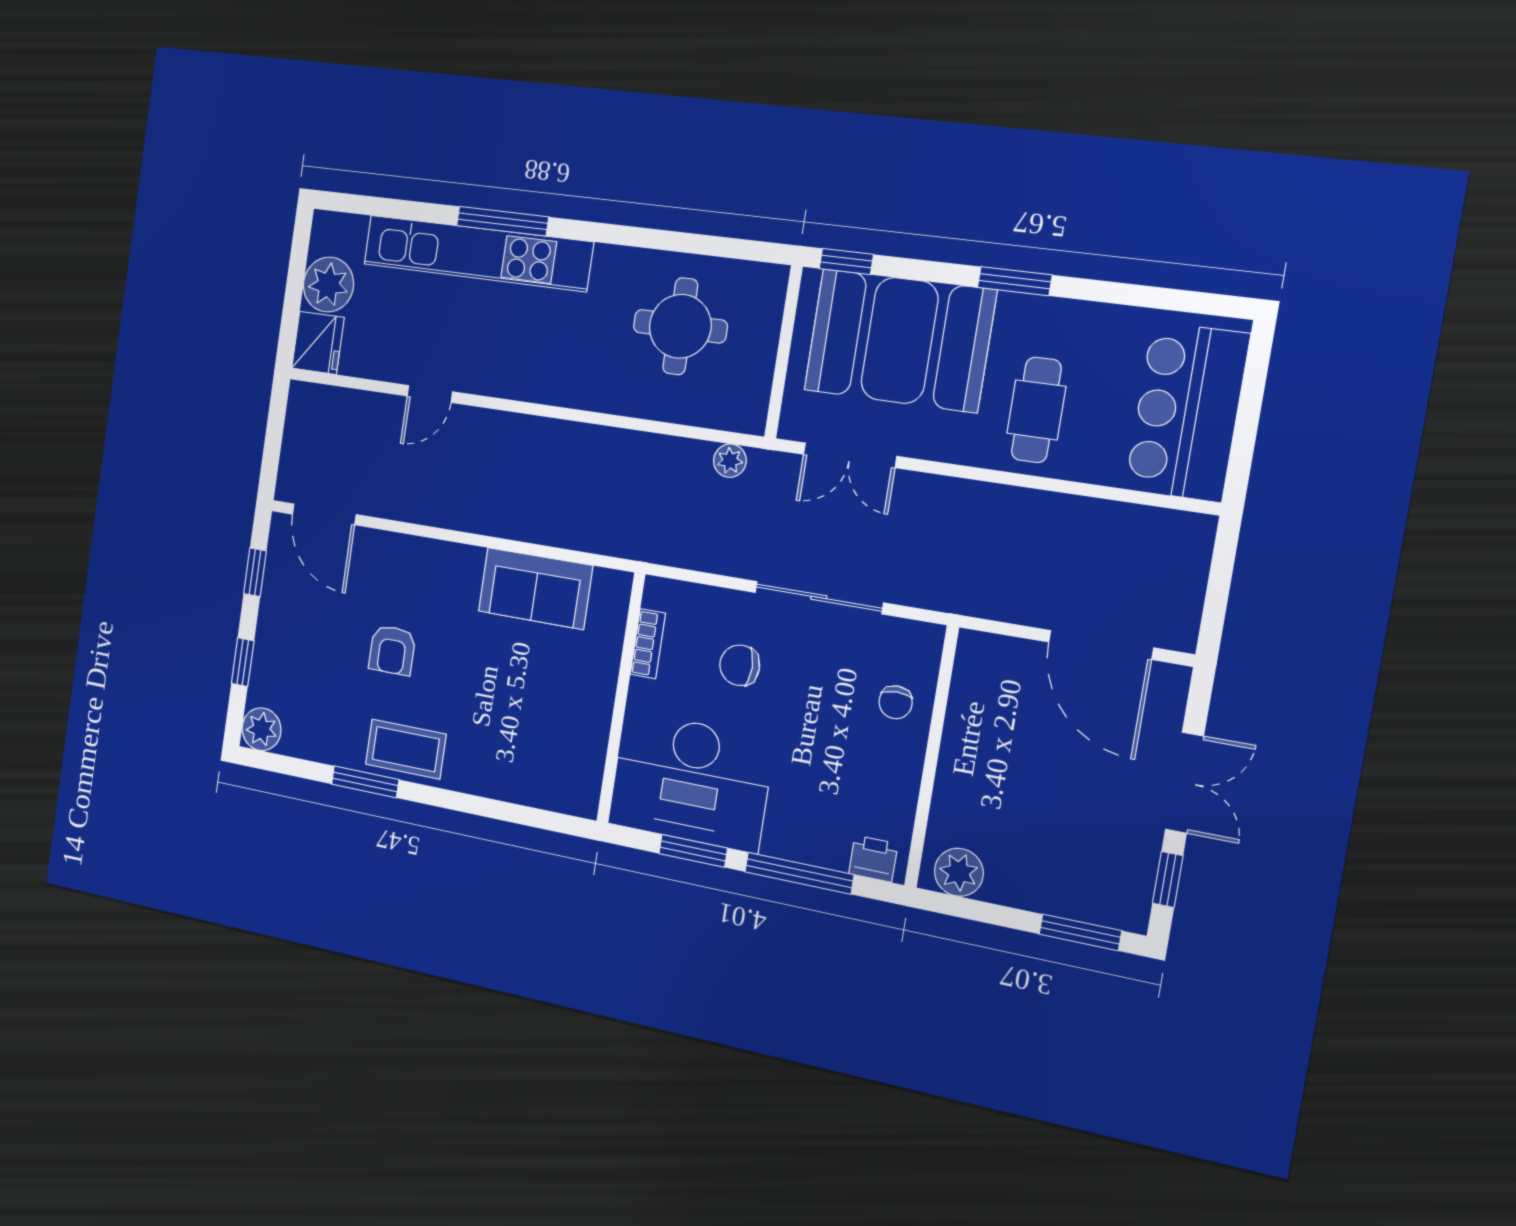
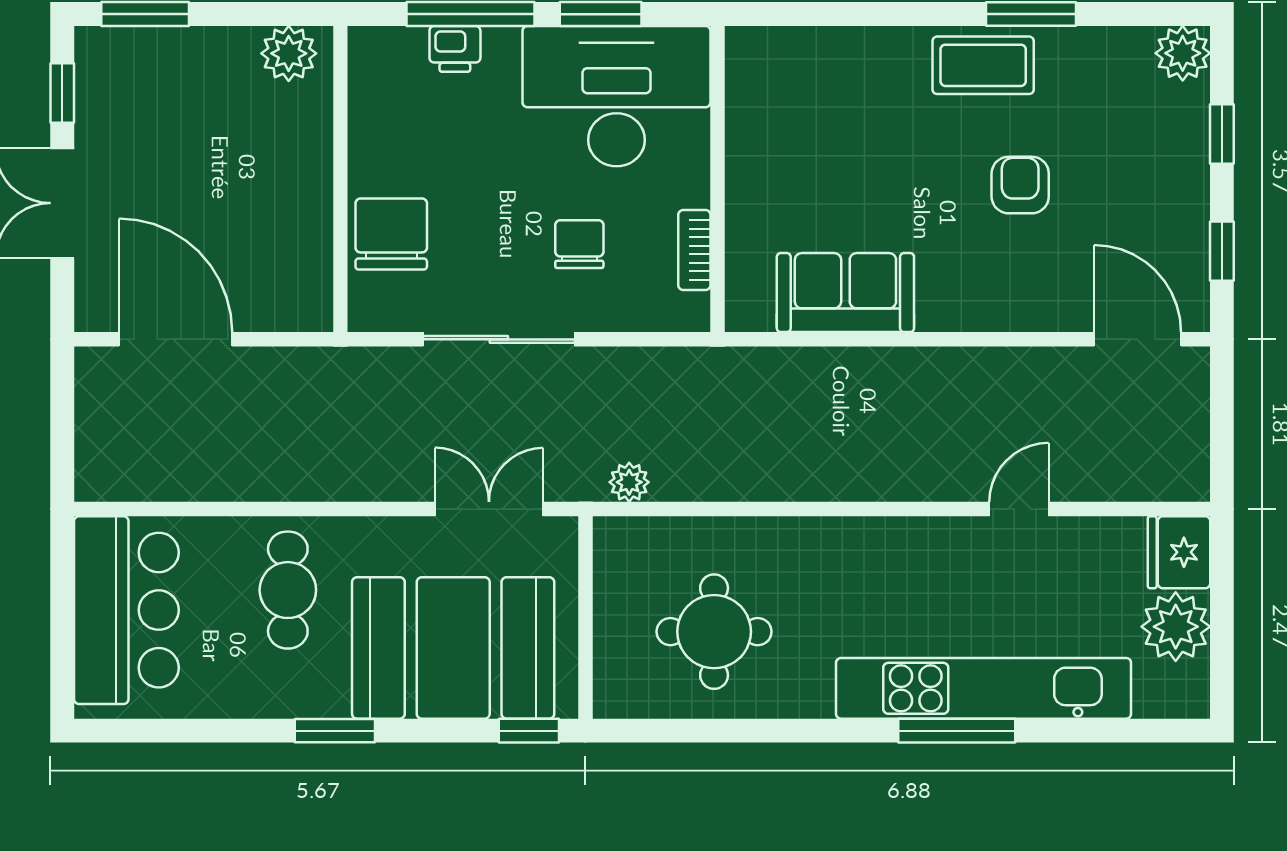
chair: (740, 665) -> (579, 244), turned -90
chair: (896, 702) -> (391, 234), width x1.87, depth x1.87
printer: (873, 859) -> (455, 49), moved

